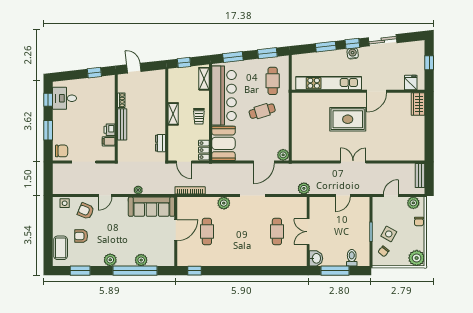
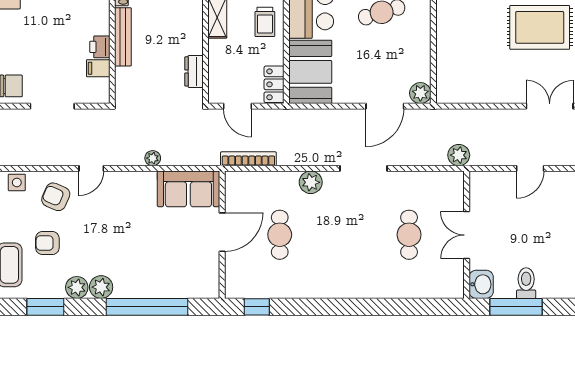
sofa: (151, 207) -> (188, 189), width x0.73
toilet: (352, 258) -> (526, 283), moved
plant: (141, 260) -> (77, 287), moved

